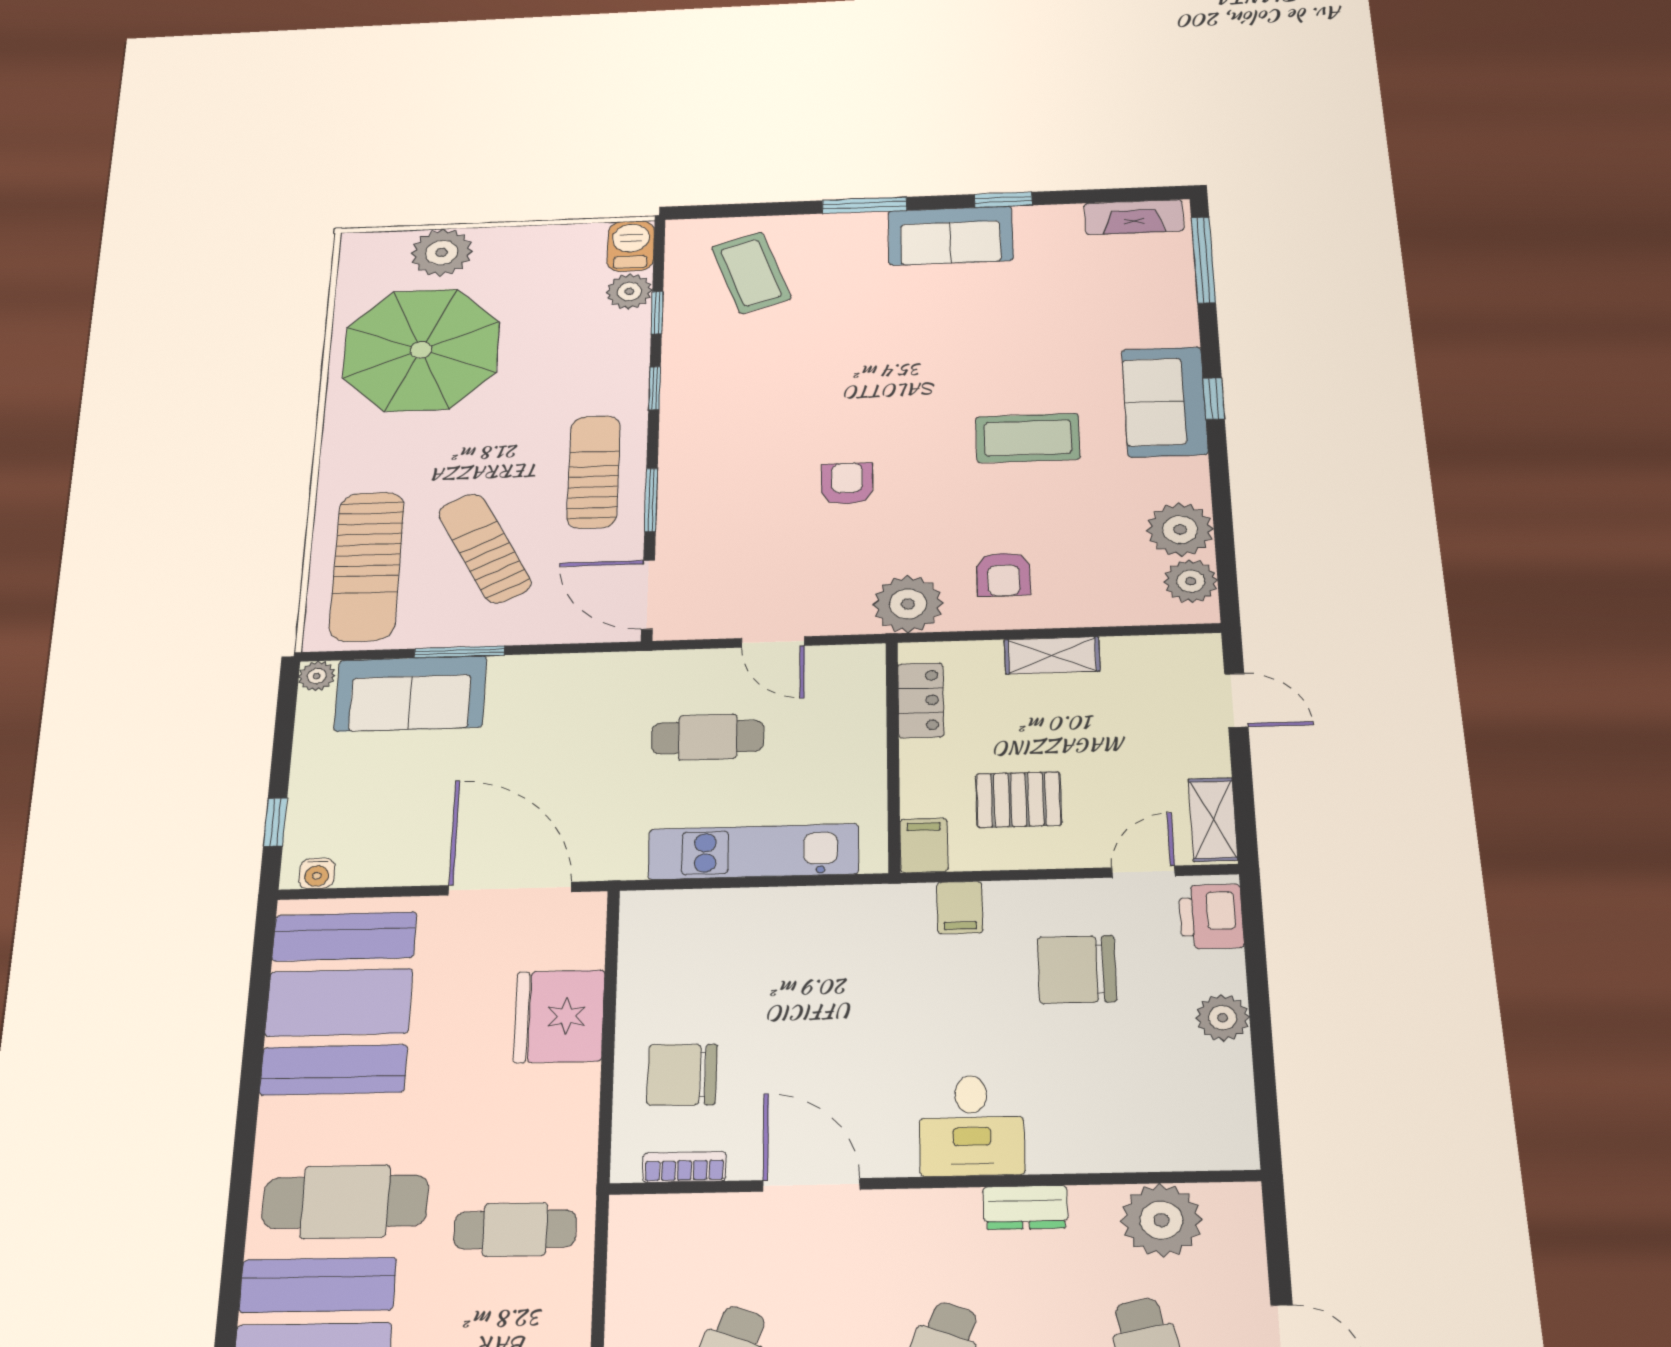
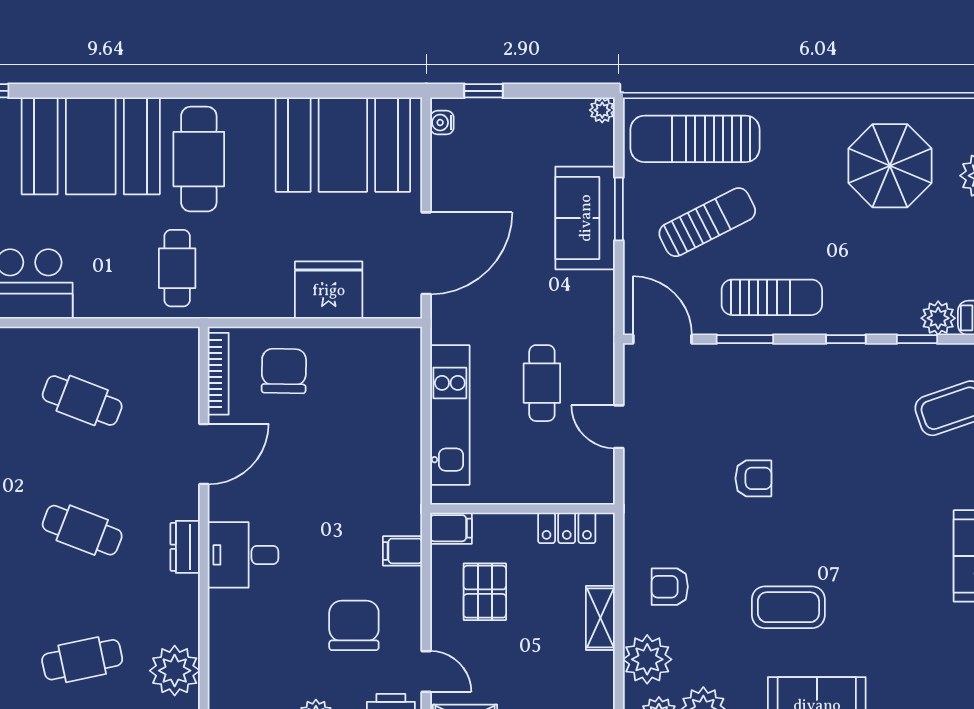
parasol: (421, 350) -> (890, 166), width x0.73, depth x0.73
coffee table: (1028, 438) -> (788, 607), turned 90
door: (648, 595) -> (662, 339), hinge flipped
plant: (908, 604) -> (647, 659), moved
door: (773, 642) -> (619, 427), hinge flipped
sofa: (410, 694) -> (585, 218), moved
bookcase: (684, 1167) -> (218, 374), width x1.56
dresser: (1025, 1208) -> (185, 547), moved

